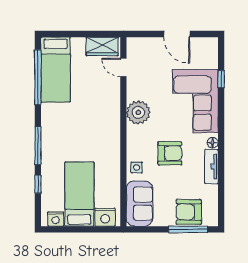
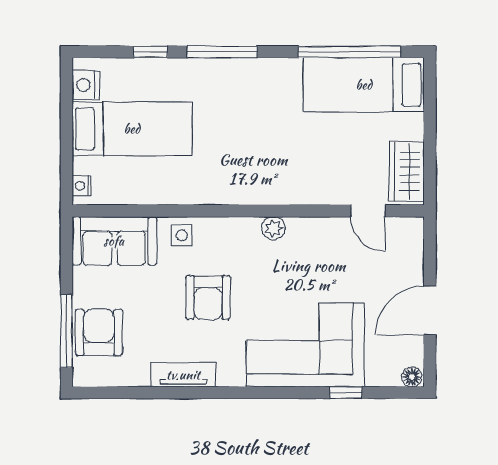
door: (123, 67) -> (368, 211), swing flipped
plant: (138, 112) -> (274, 228), width x0.53, depth x0.53
floor lamp: (213, 143) -> (412, 377), moved
nightstand: (105, 217) -> (82, 186), width x0.53, depth x0.56

